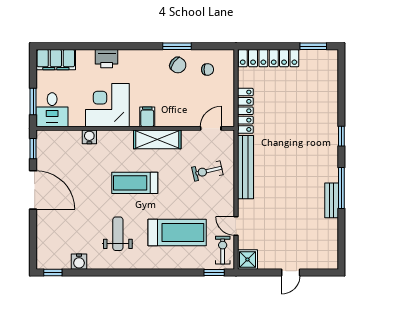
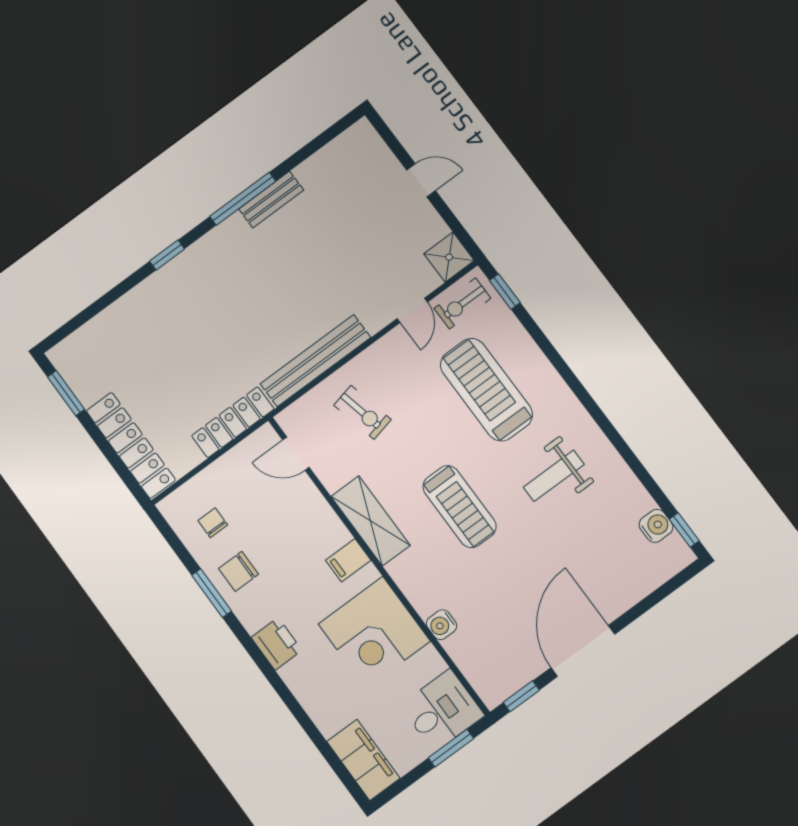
printer: (107, 59) -> (277, 644), moved
chair: (178, 65) -> (238, 571), turned -126
water cooler: (79, 262) -> (656, 526), moved

